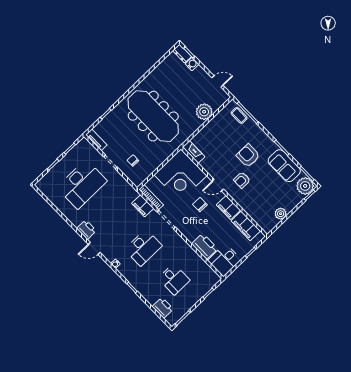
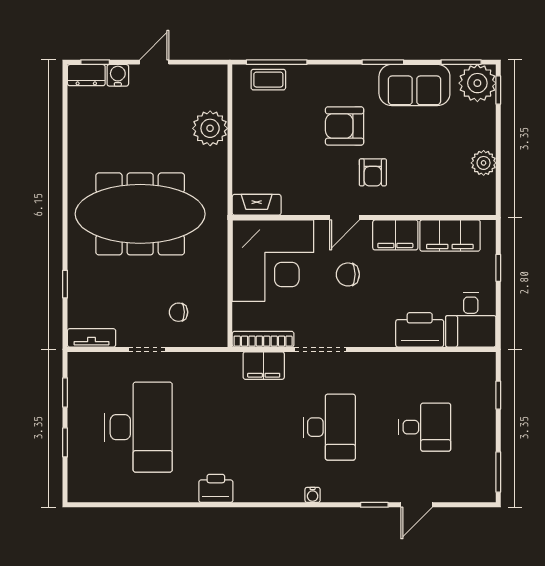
door: (217, 82) -> (154, 62), moved
door: (94, 248) -> (417, 505), moved
printer: (163, 308) -> (452, 487), removed

